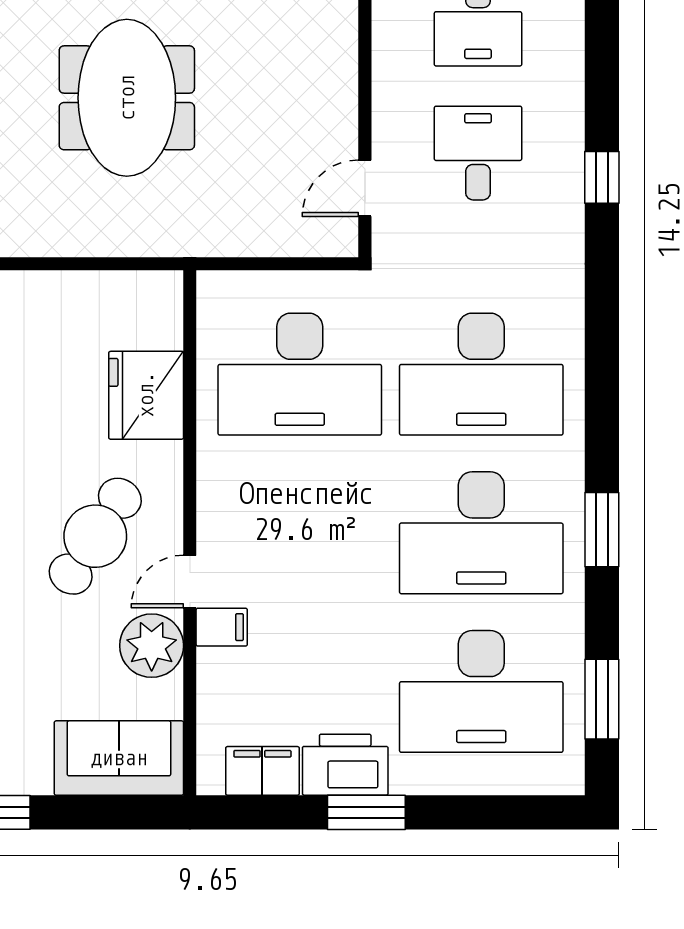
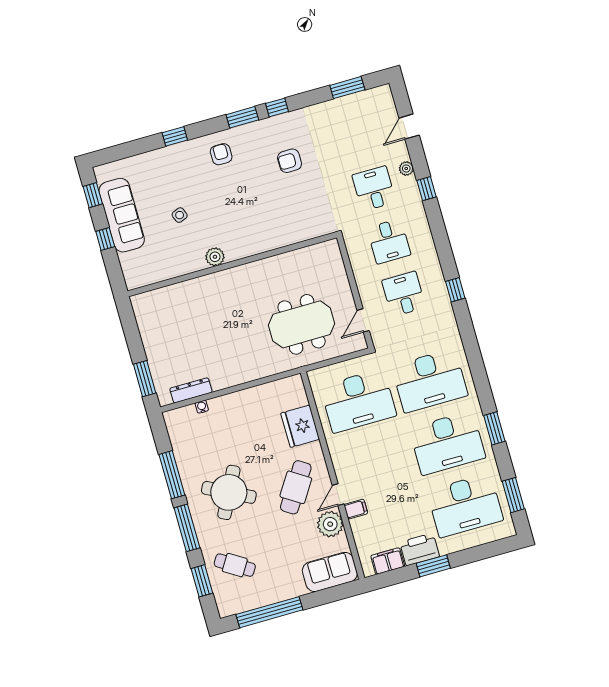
meeting table: (127, 98) -> (302, 324), moved, turned 90

